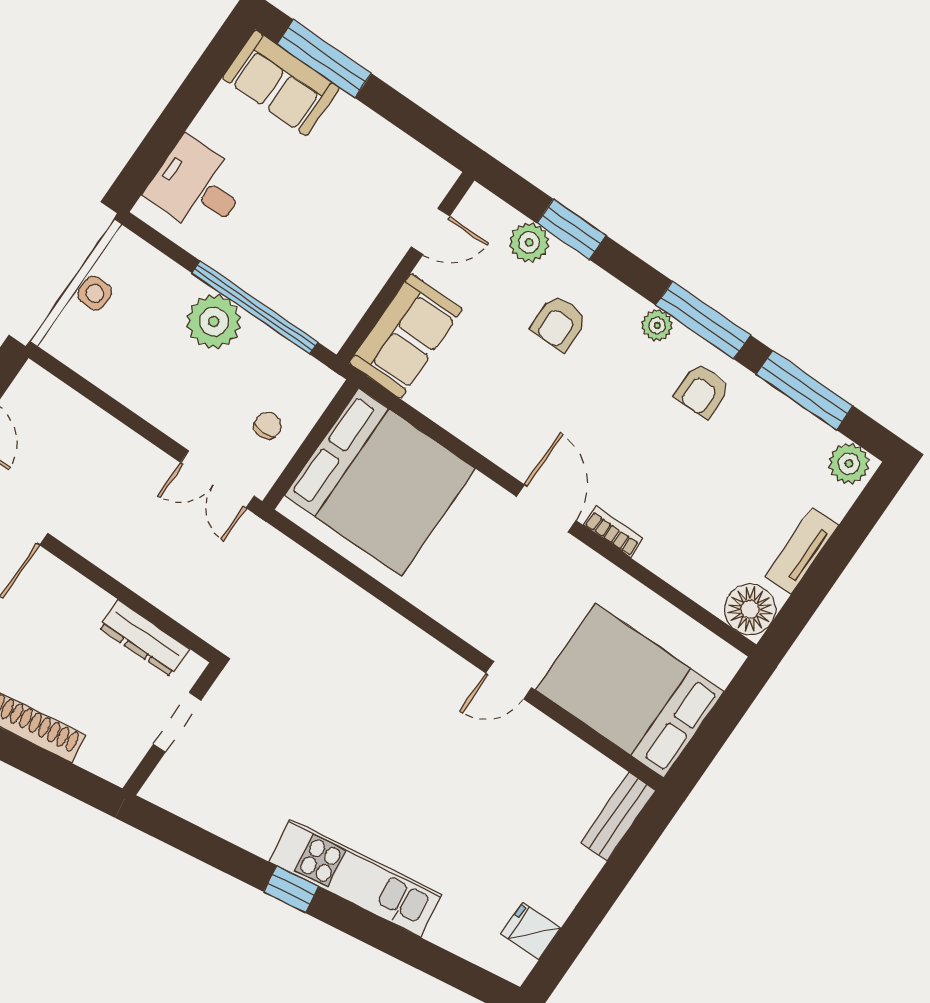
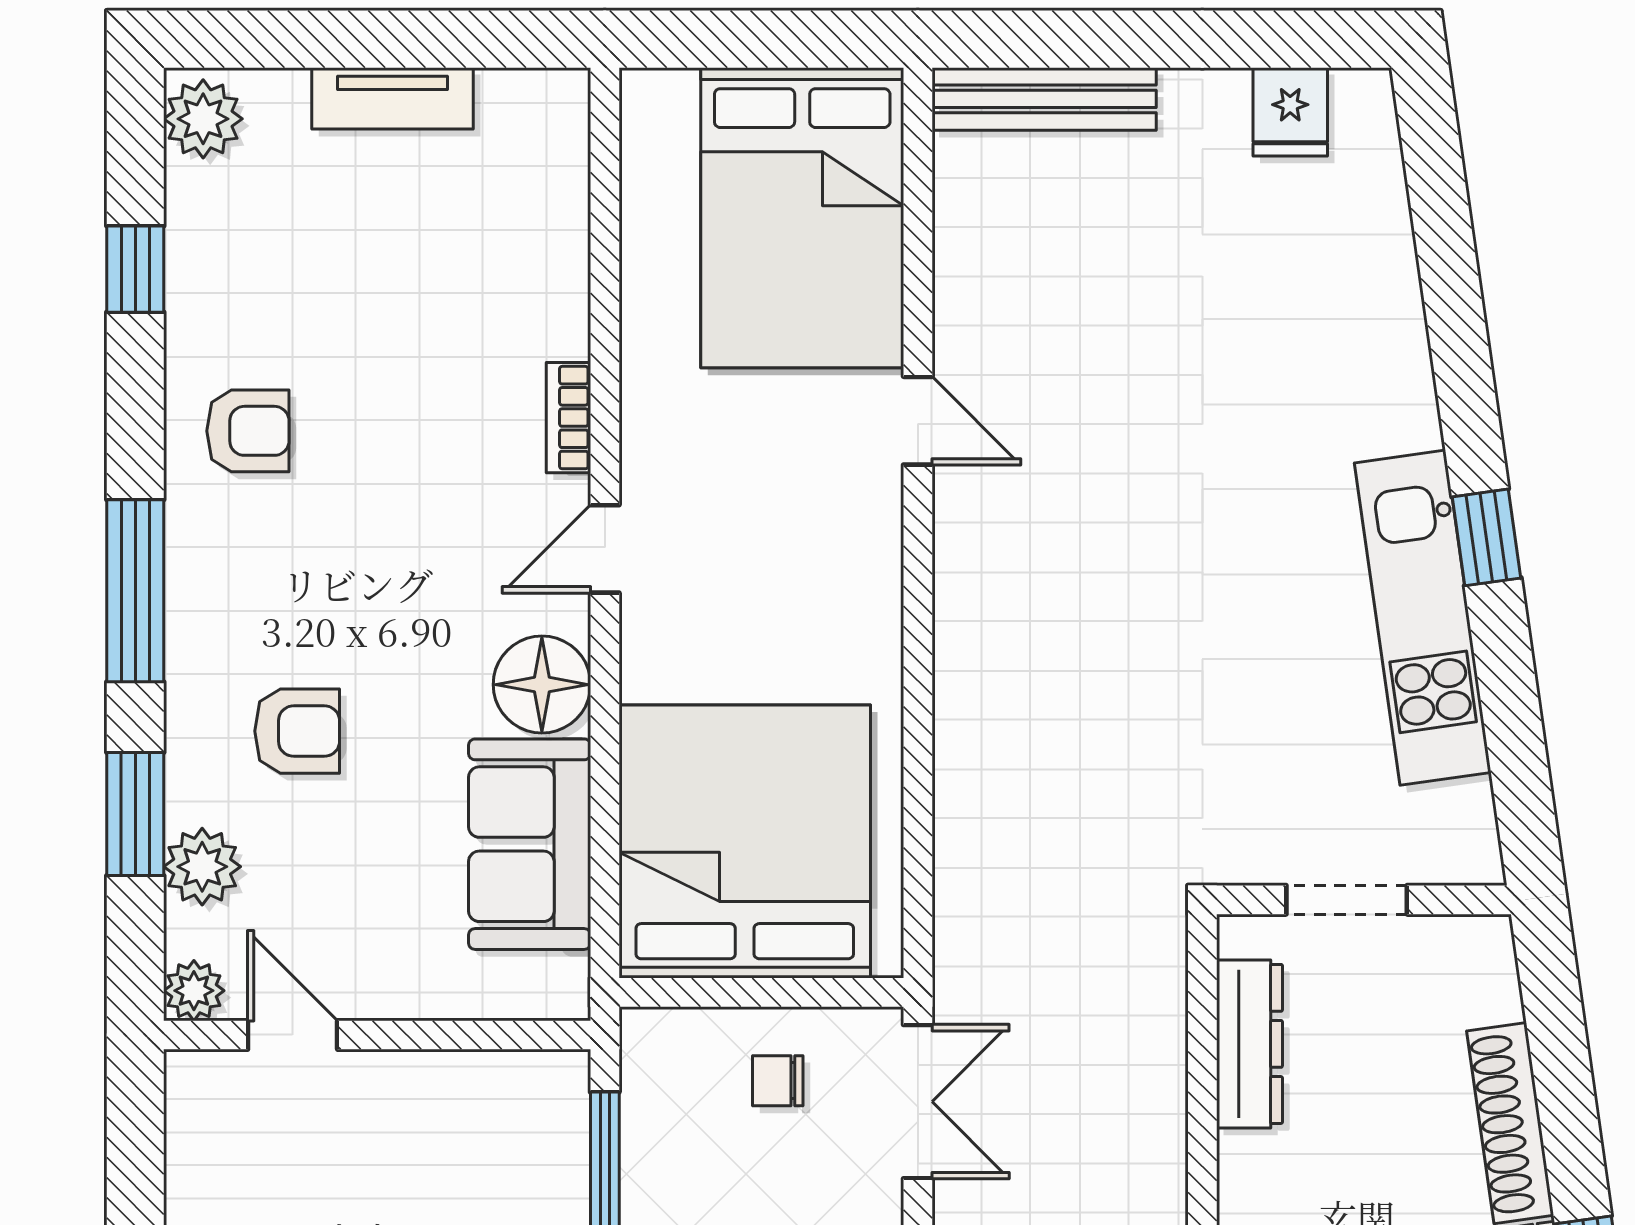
window: (703, 320) -> (135, 591), moved
plant: (657, 325) -> (194, 991), moved
sofa: (406, 336) -> (530, 844), moved, turned -90
window: (805, 390) -> (135, 269), width x0.46
door: (546, 508) -> (605, 549), width x0.73
floor lamp: (750, 609) -> (542, 685), moved
bench: (618, 817) -> (1044, 99), width x1.36
kitchen unit: (355, 878) -> (1423, 618), moved

